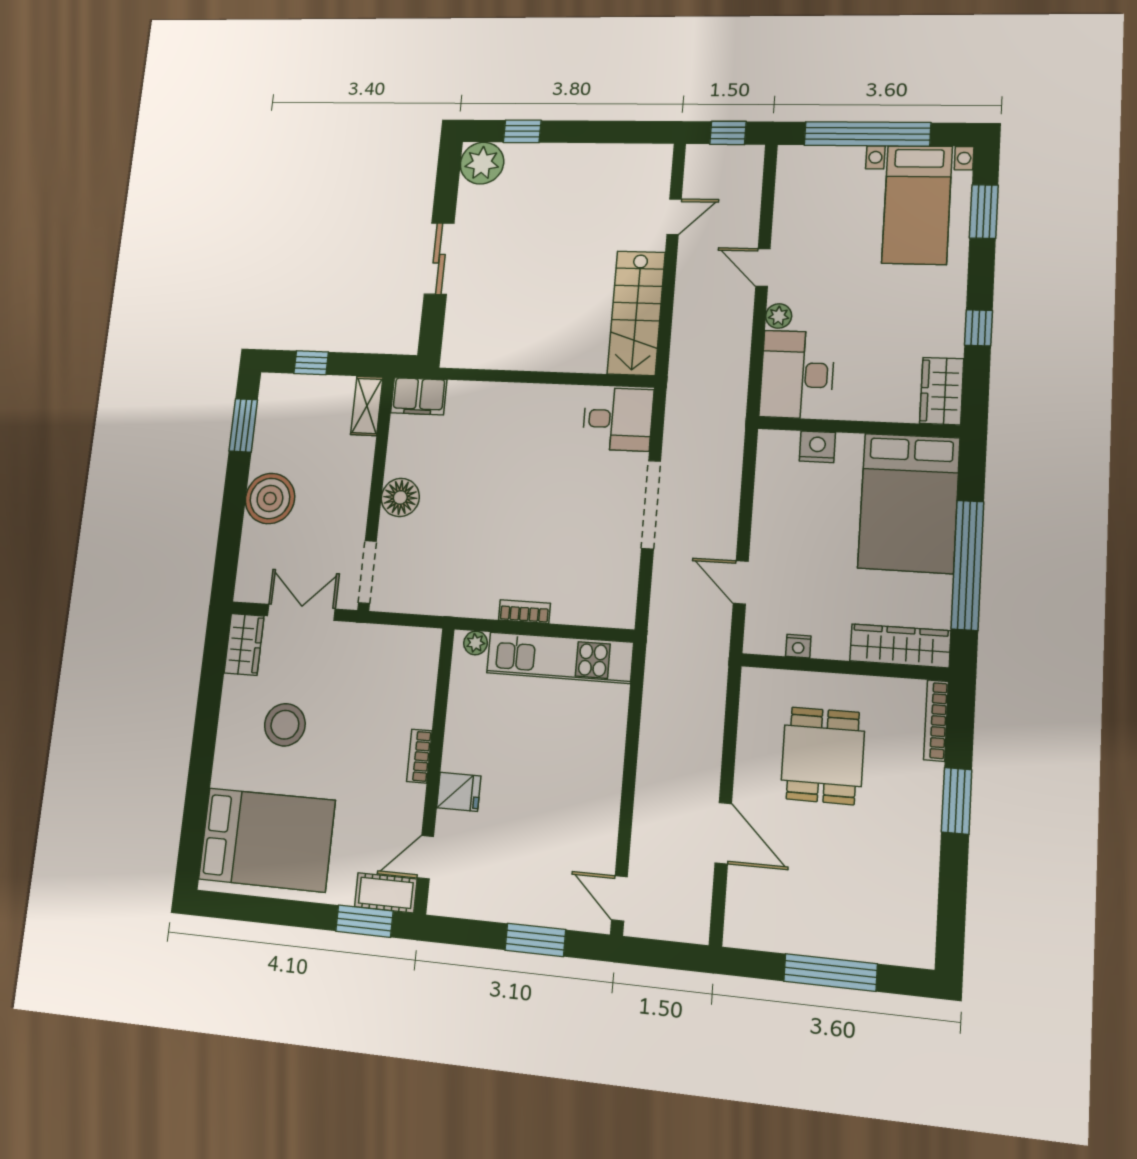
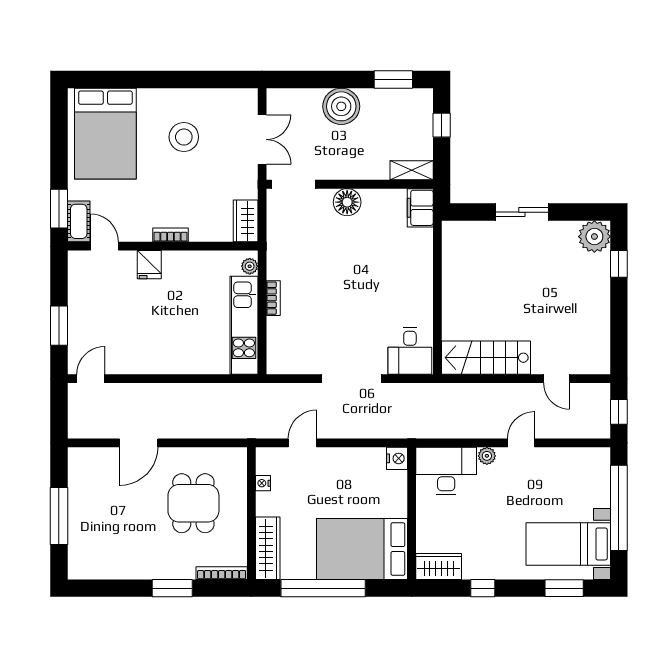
nightstand: (817, 447) -> (397, 458), moved
wardrobe: (244, 644) -> (246, 221), moved, turned 90
dining table: (823, 756) -> (193, 503), turned 90

